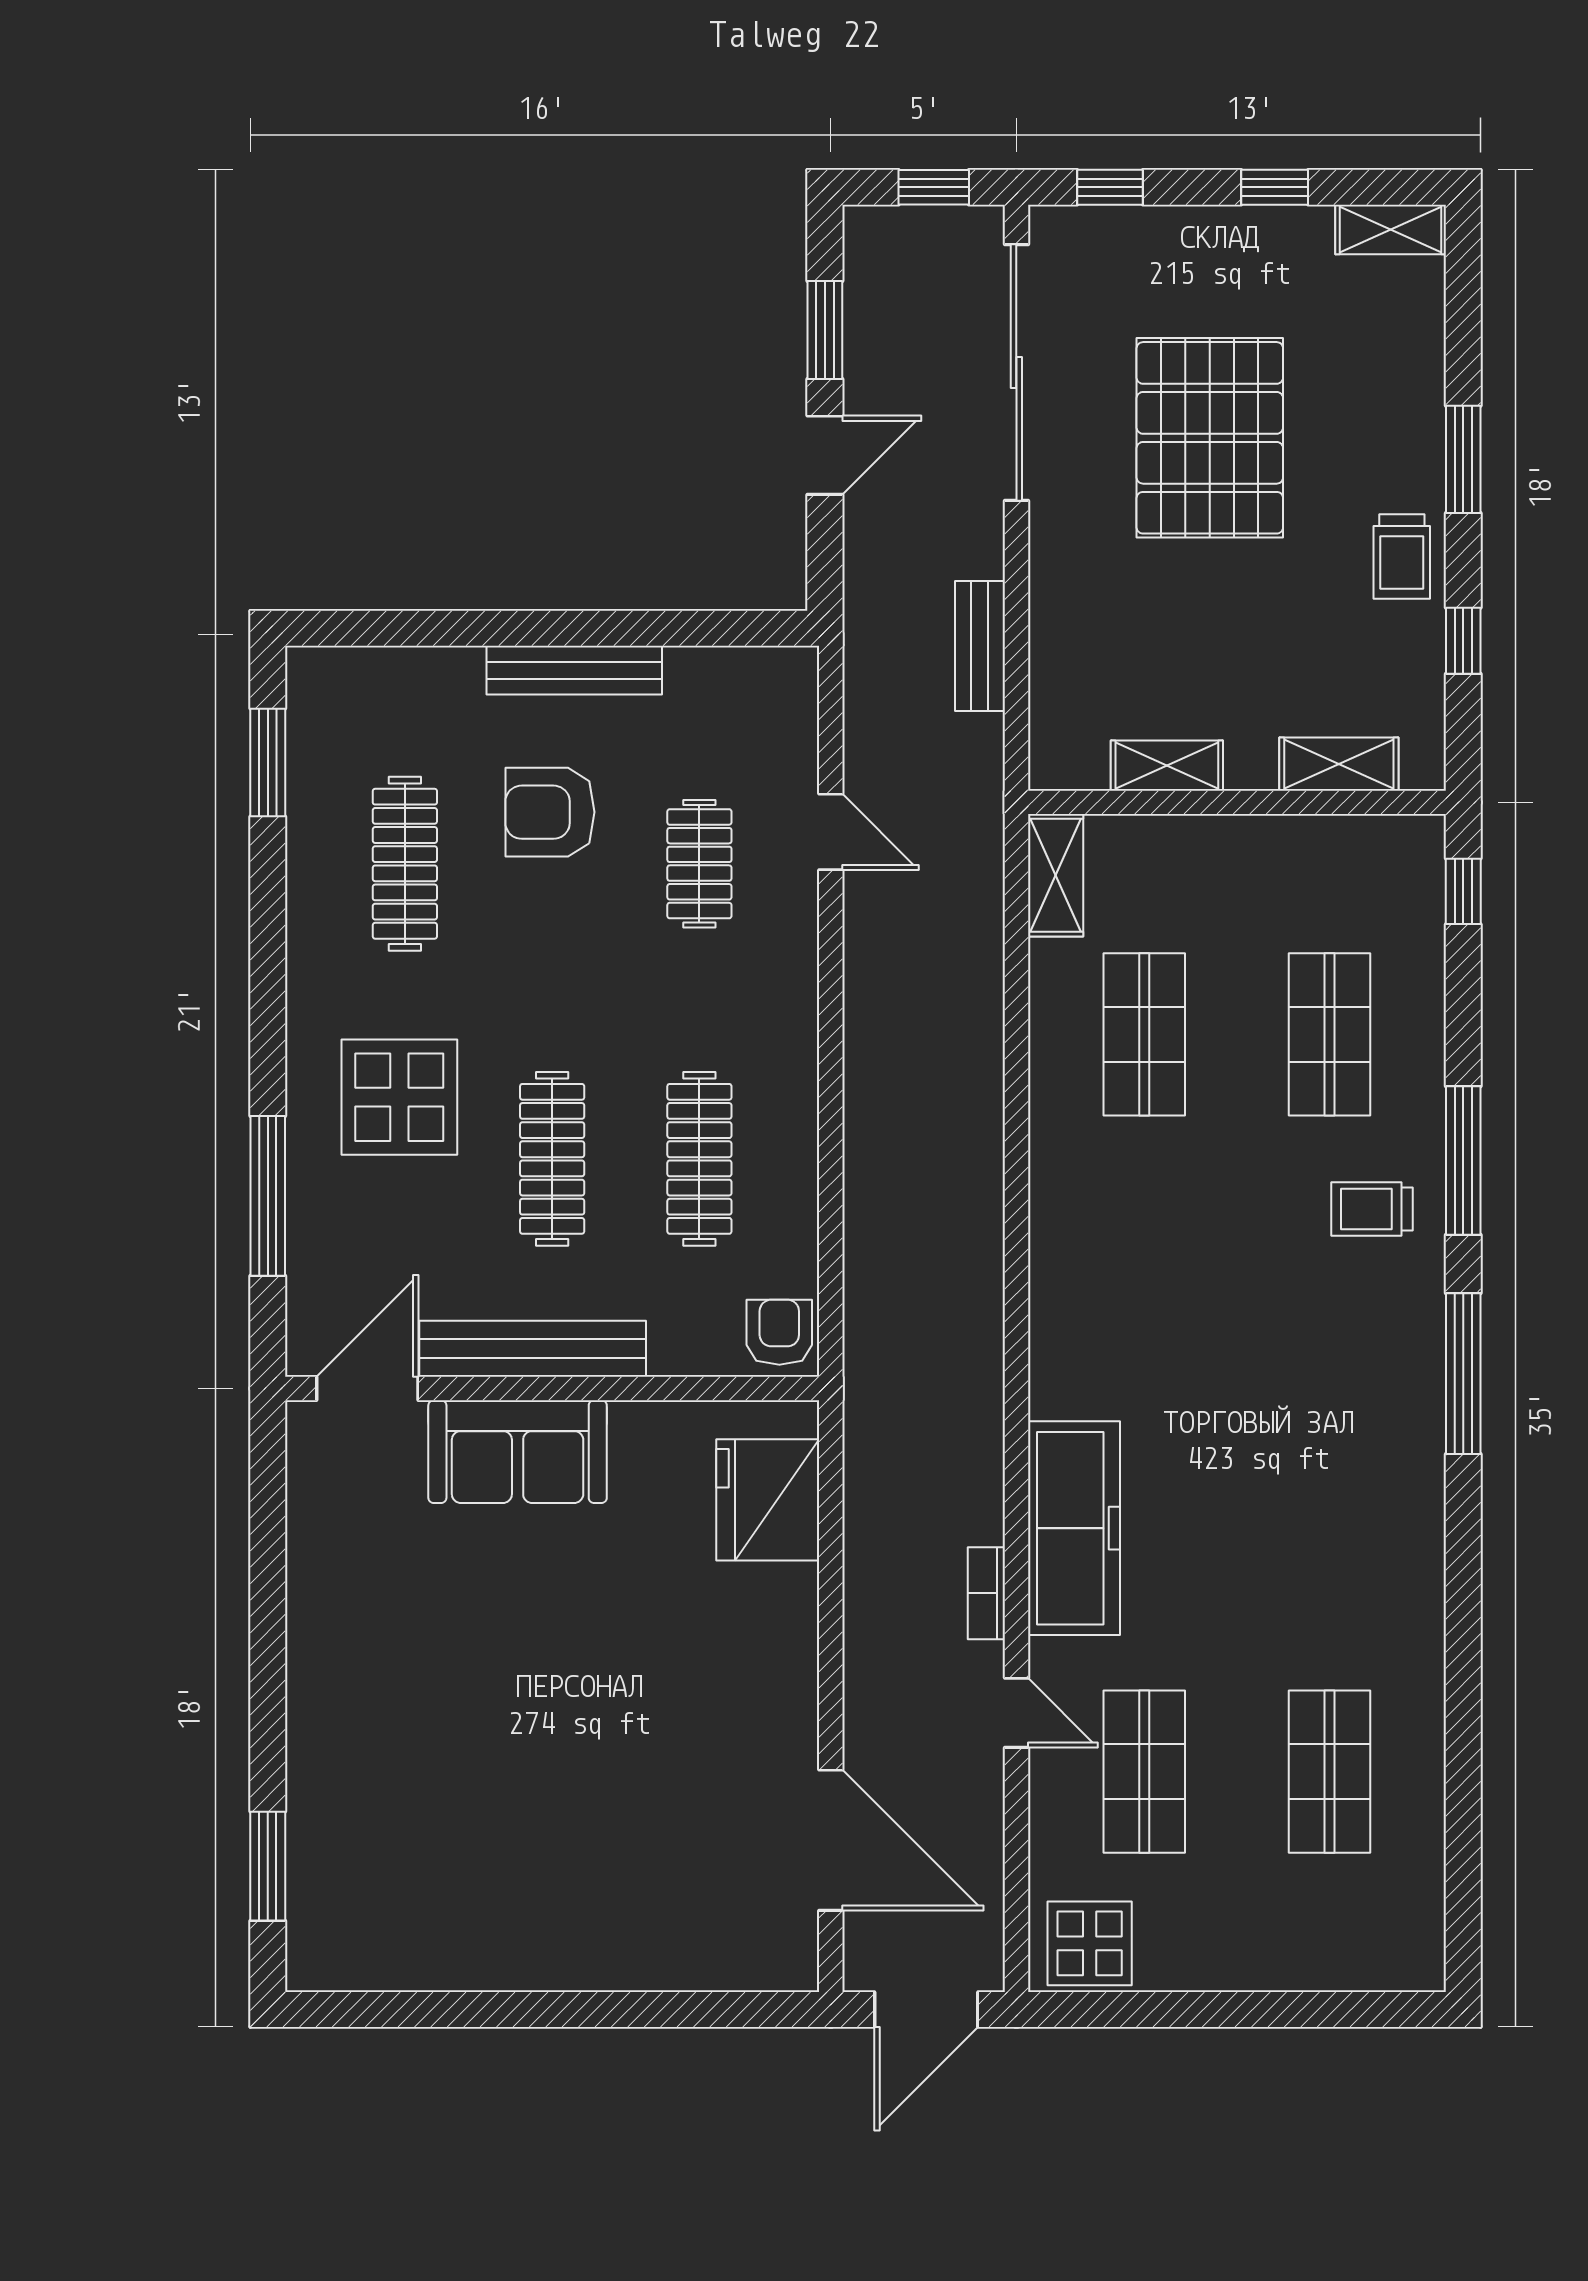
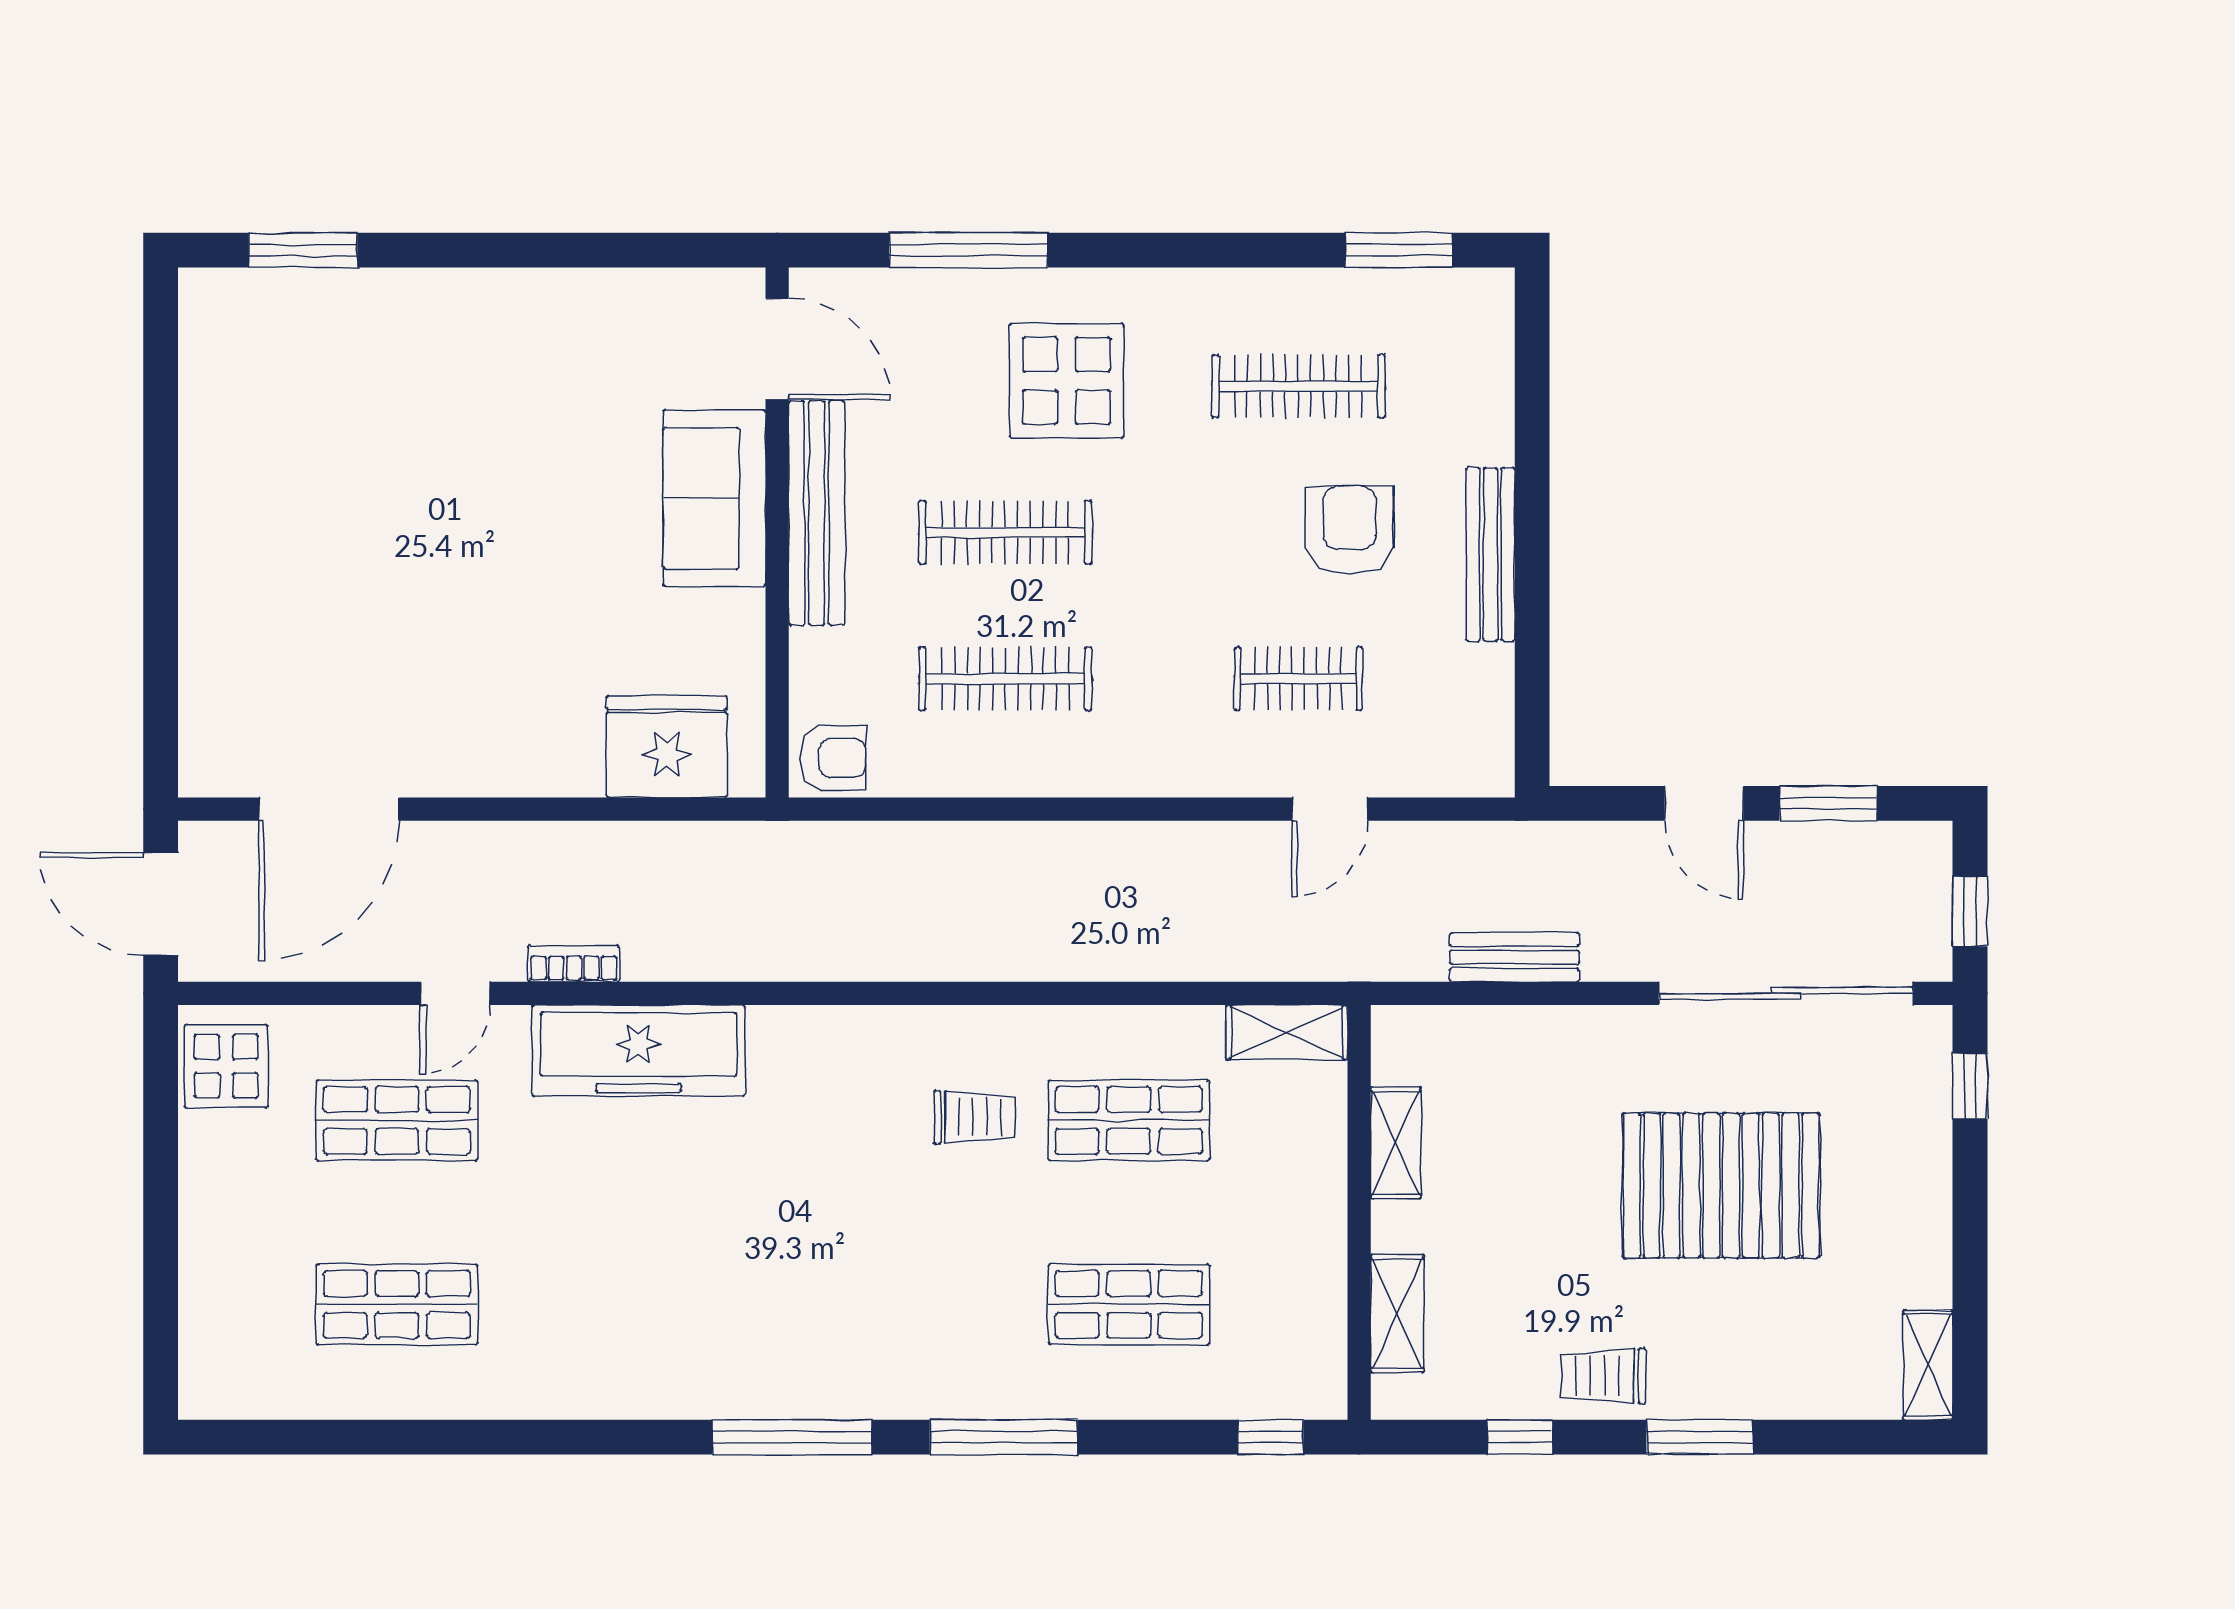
window: (1275, 187) -> (1970, 1250), removed
trolley: (1372, 1209) -> (974, 1117), moved, turned 90

